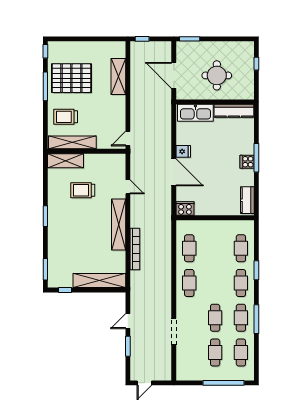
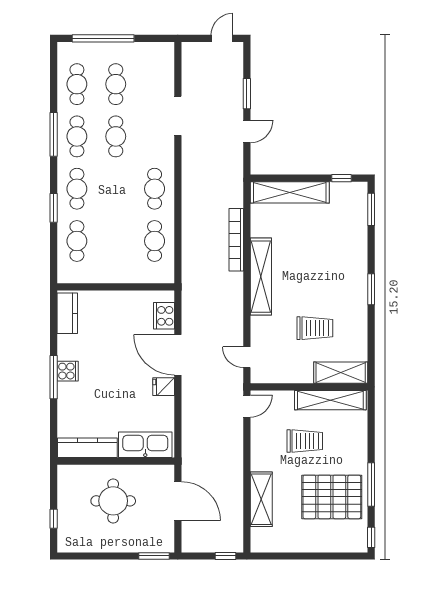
trolley: (66, 117) -> (305, 441), moved
door: (128, 187) -> (247, 357), moved
cooker: (185, 209) -> (164, 316), moved, turned 90

